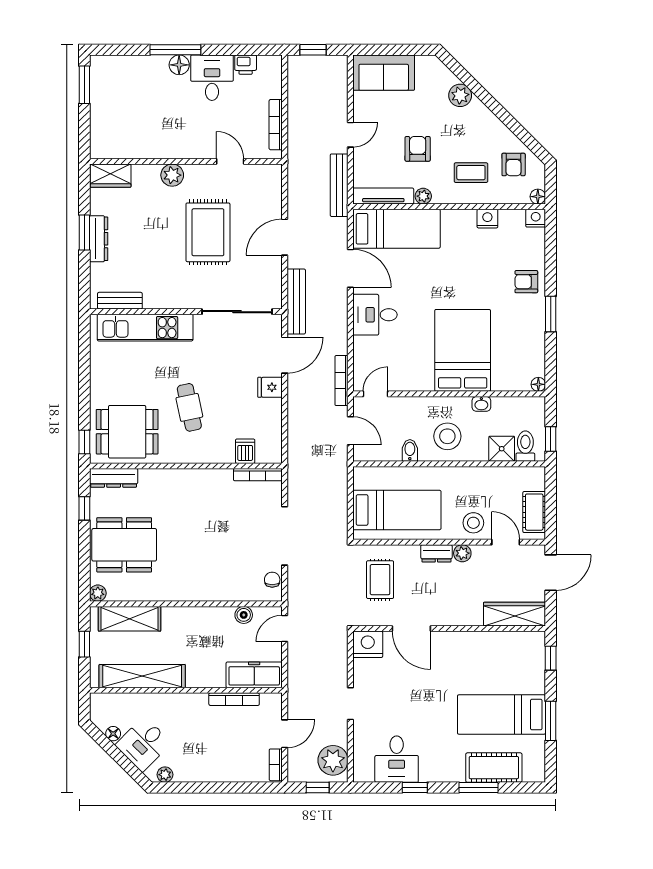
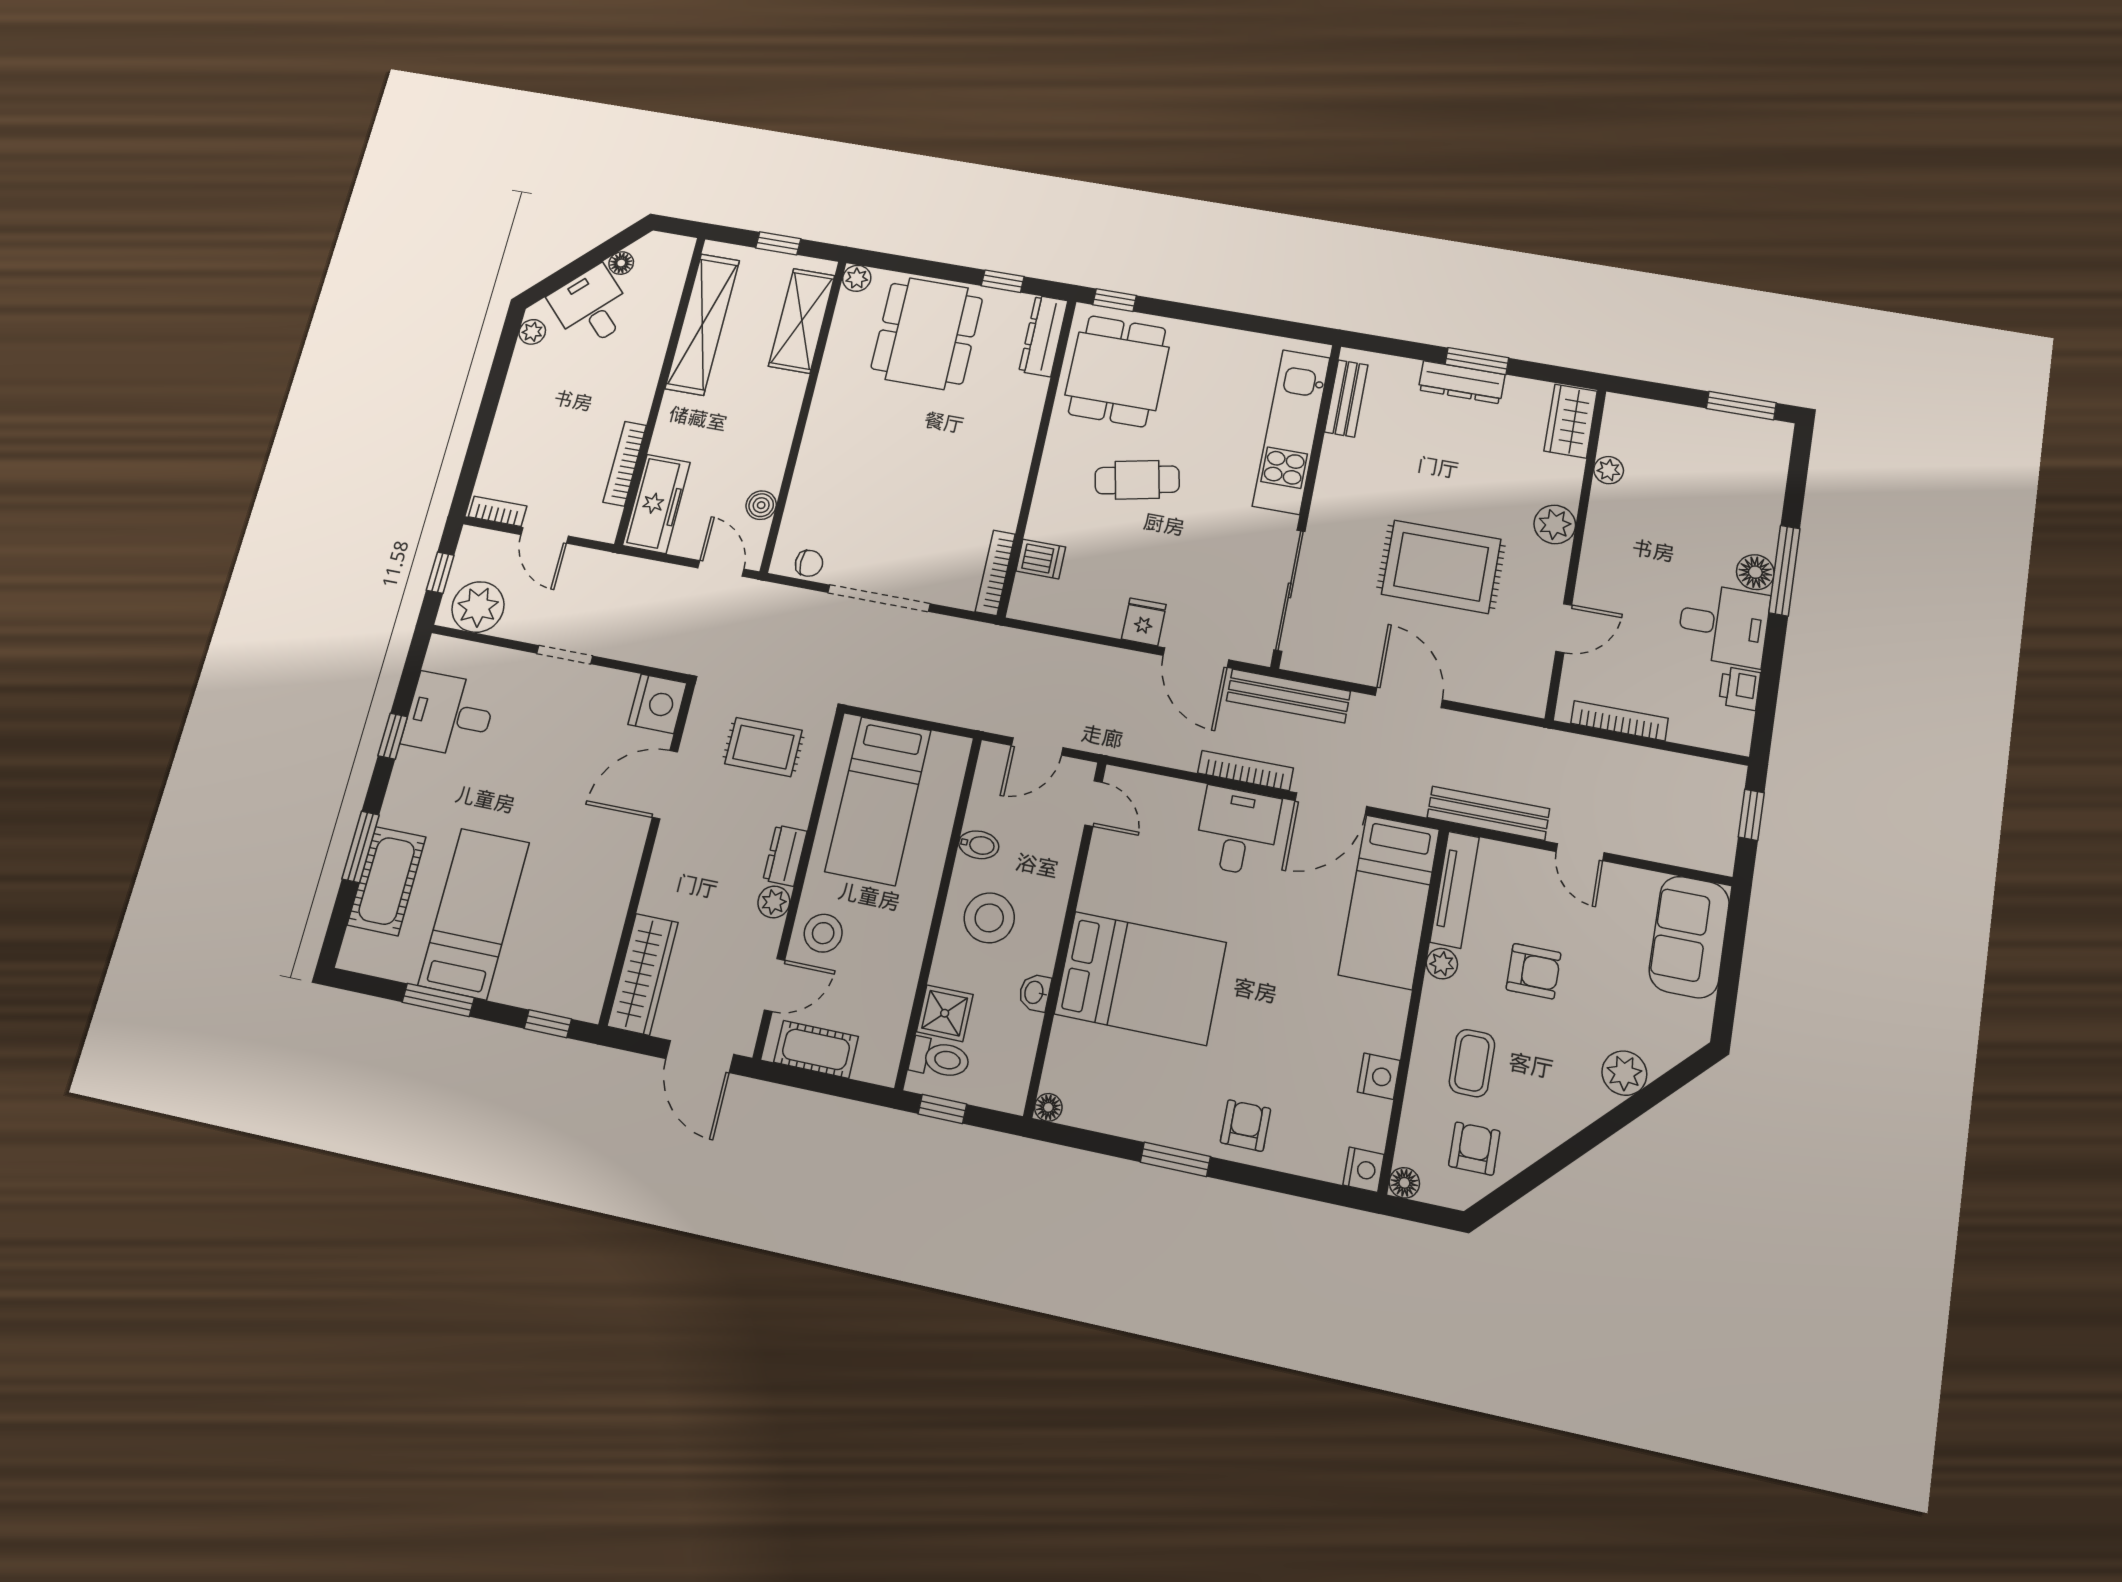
plant: (135, 151) -> (1609, 470), added
armchair: (514, 164) -> (1474, 1149), turned 90
bookcase: (342, 381) -> (1245, 771), moved

